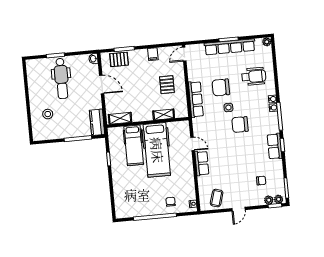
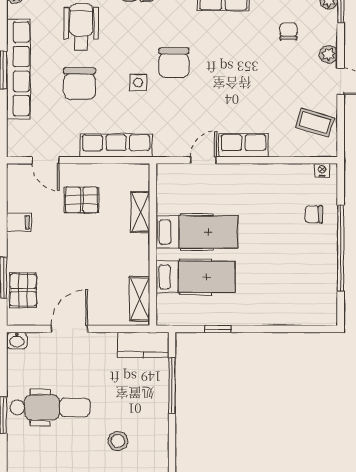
door: (184, 54) -> (45, 160), moved
chair: (221, 87) -> (80, 84), moved
hospital bed: (157, 150) -> (197, 232), width x0.73, depth x0.78
plant: (269, 200) -> (329, 54), moved

